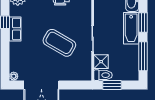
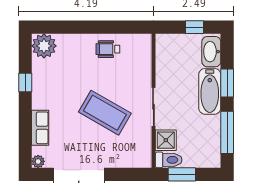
row of seats: (15, 29) -> (40, 128), moved

